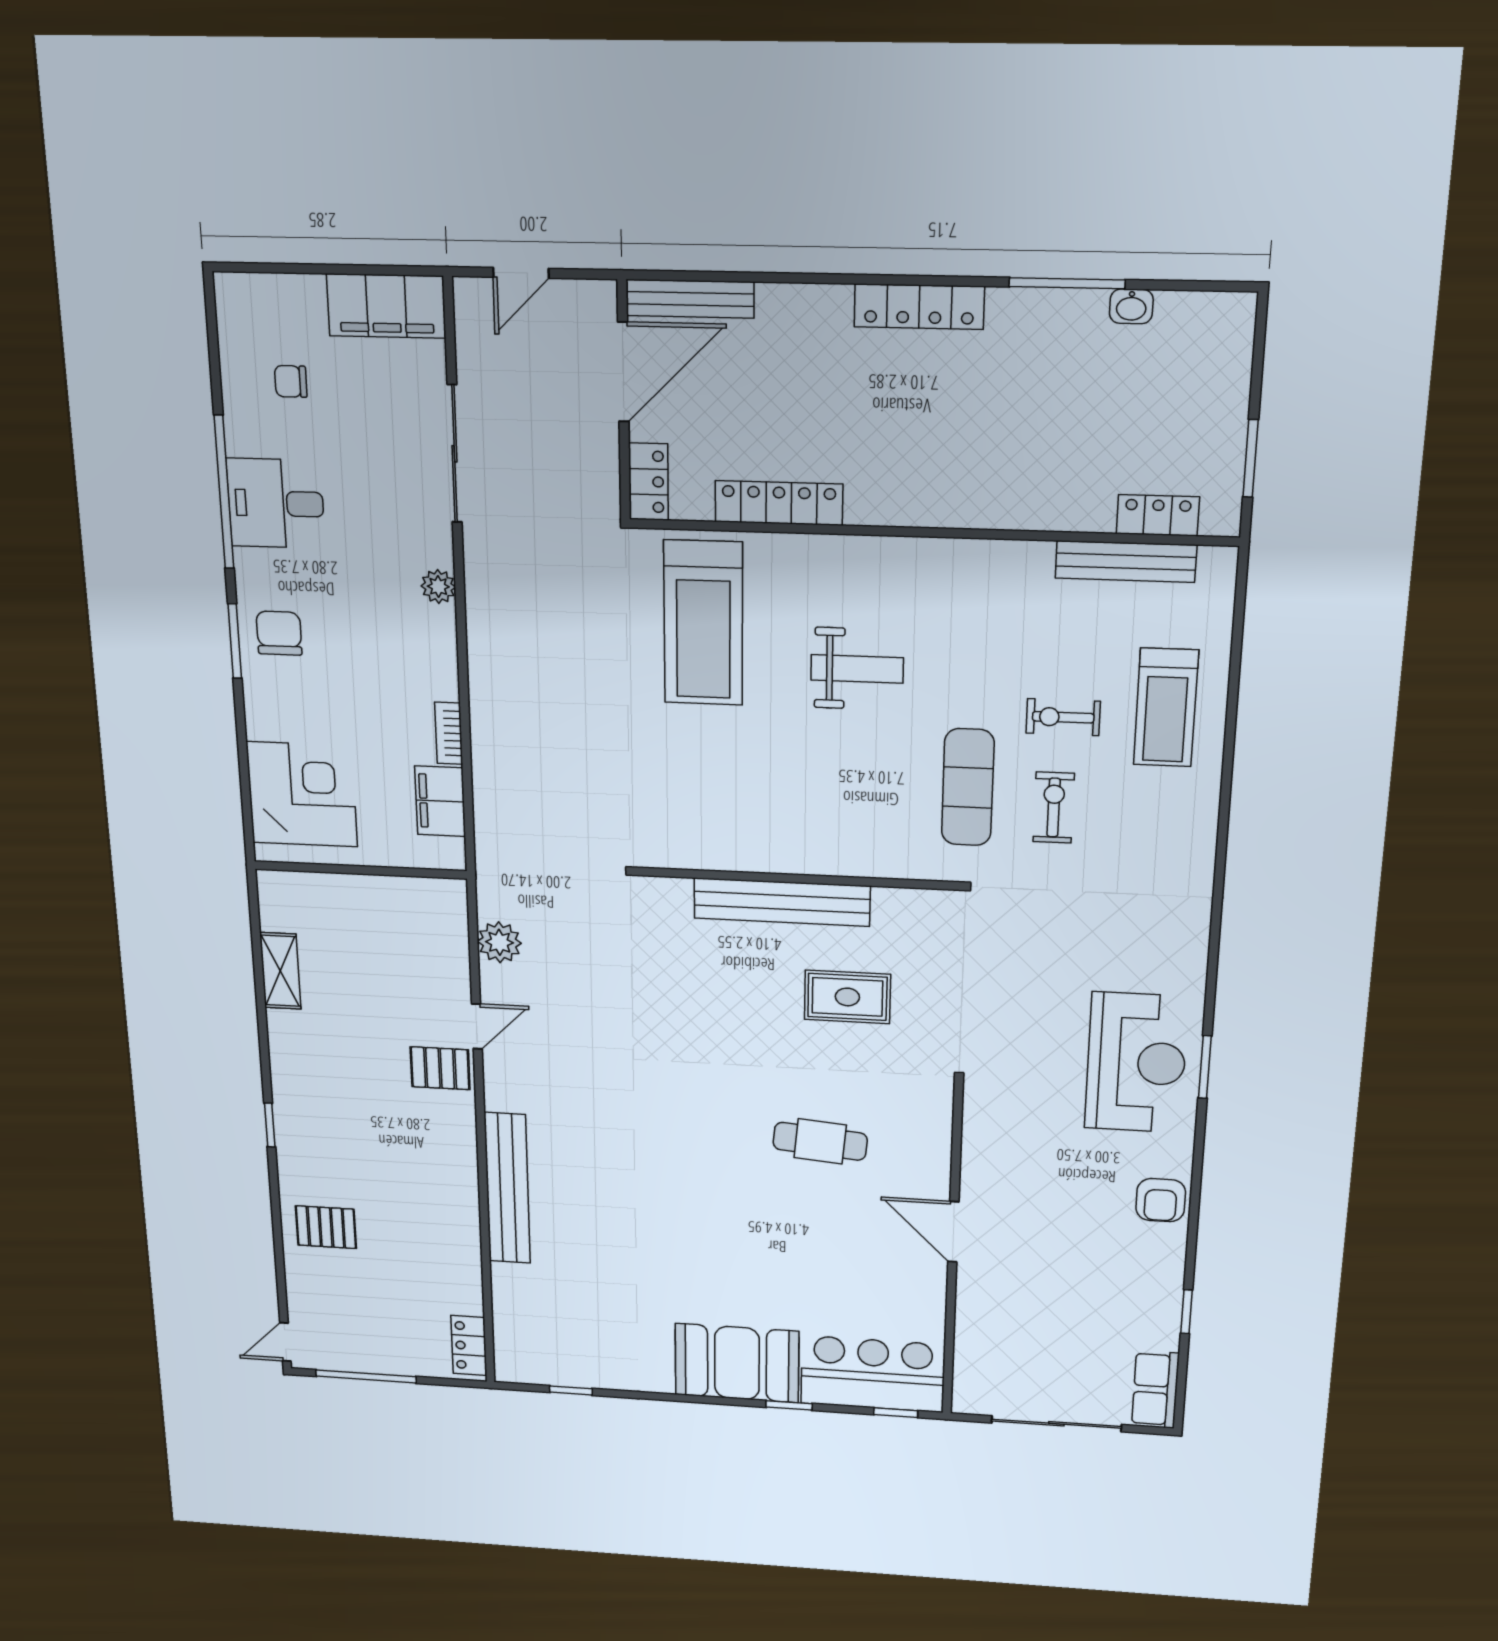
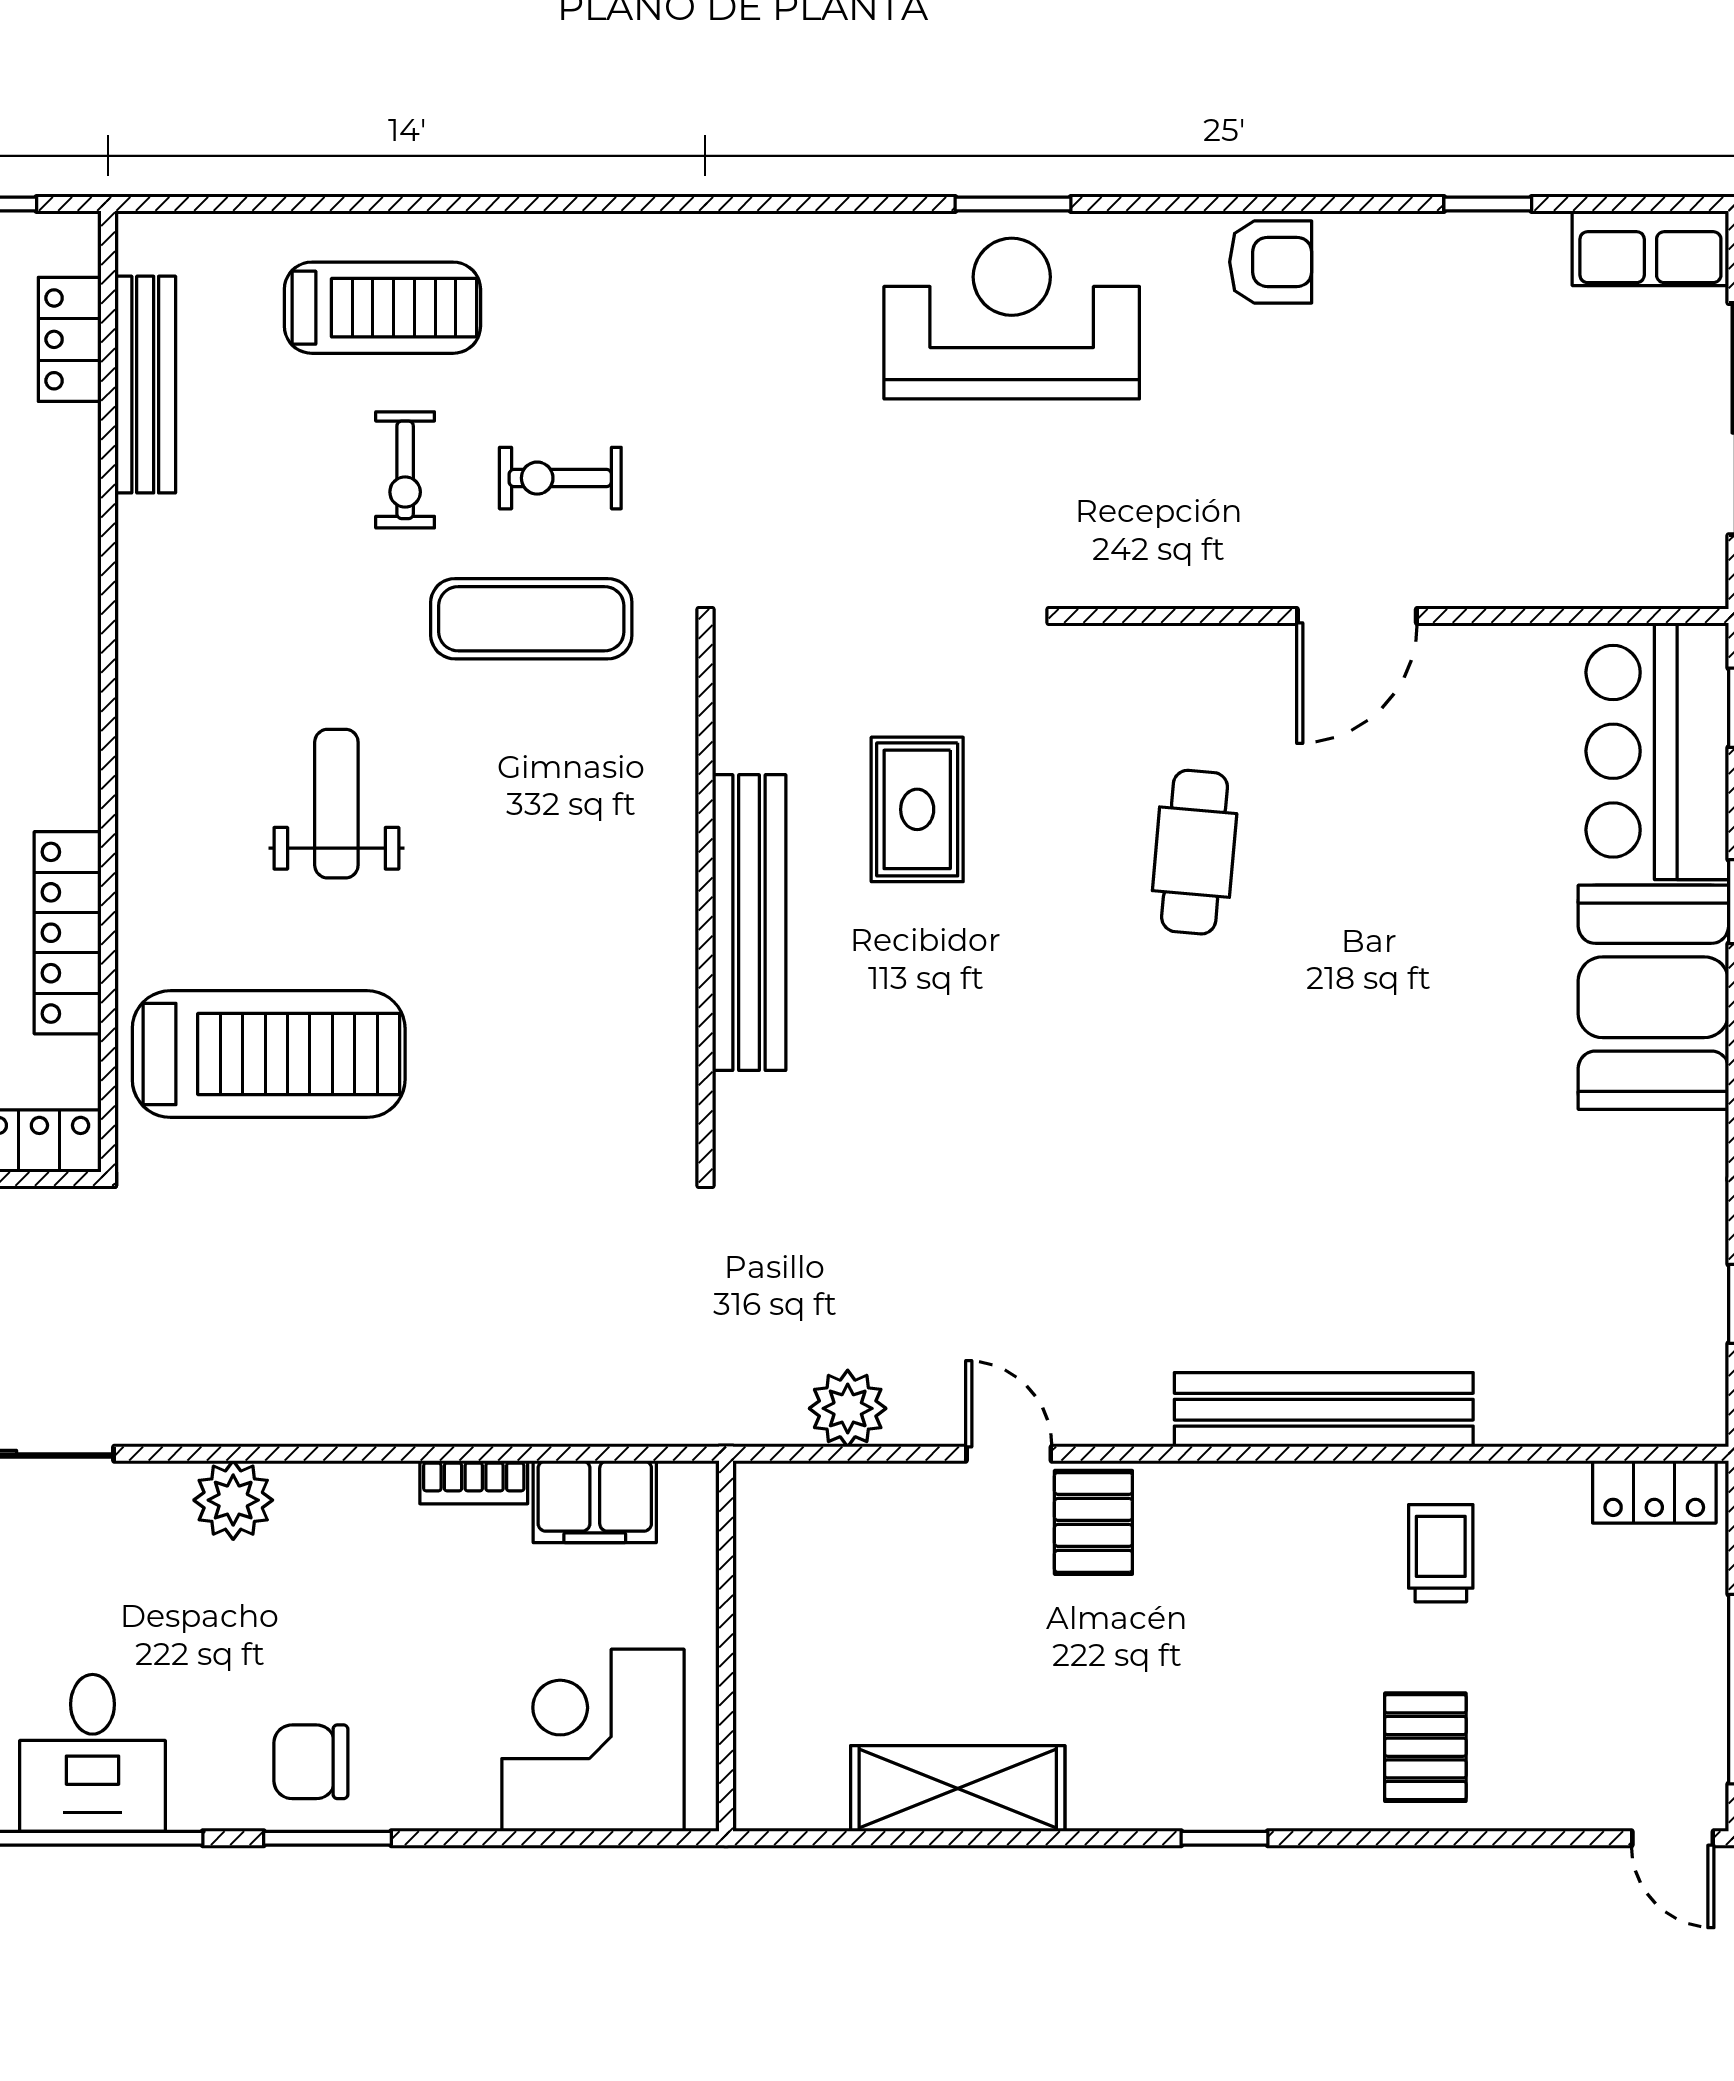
plant: (438, 586) -> (233, 1500), width x1.38, depth x1.38
shelving: (280, 971) -> (958, 1789), width x1.50, depth x1.33
trolley: (431, 1241) -> (1441, 1553), added

